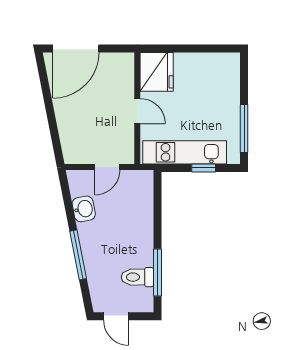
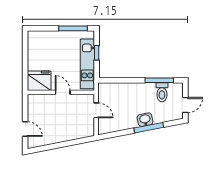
door: (76, 48) -> (25, 129), width x0.53
door: (137, 111) -> (63, 92), hinge flipped
washbasin: (84, 209) -> (145, 120), moved

